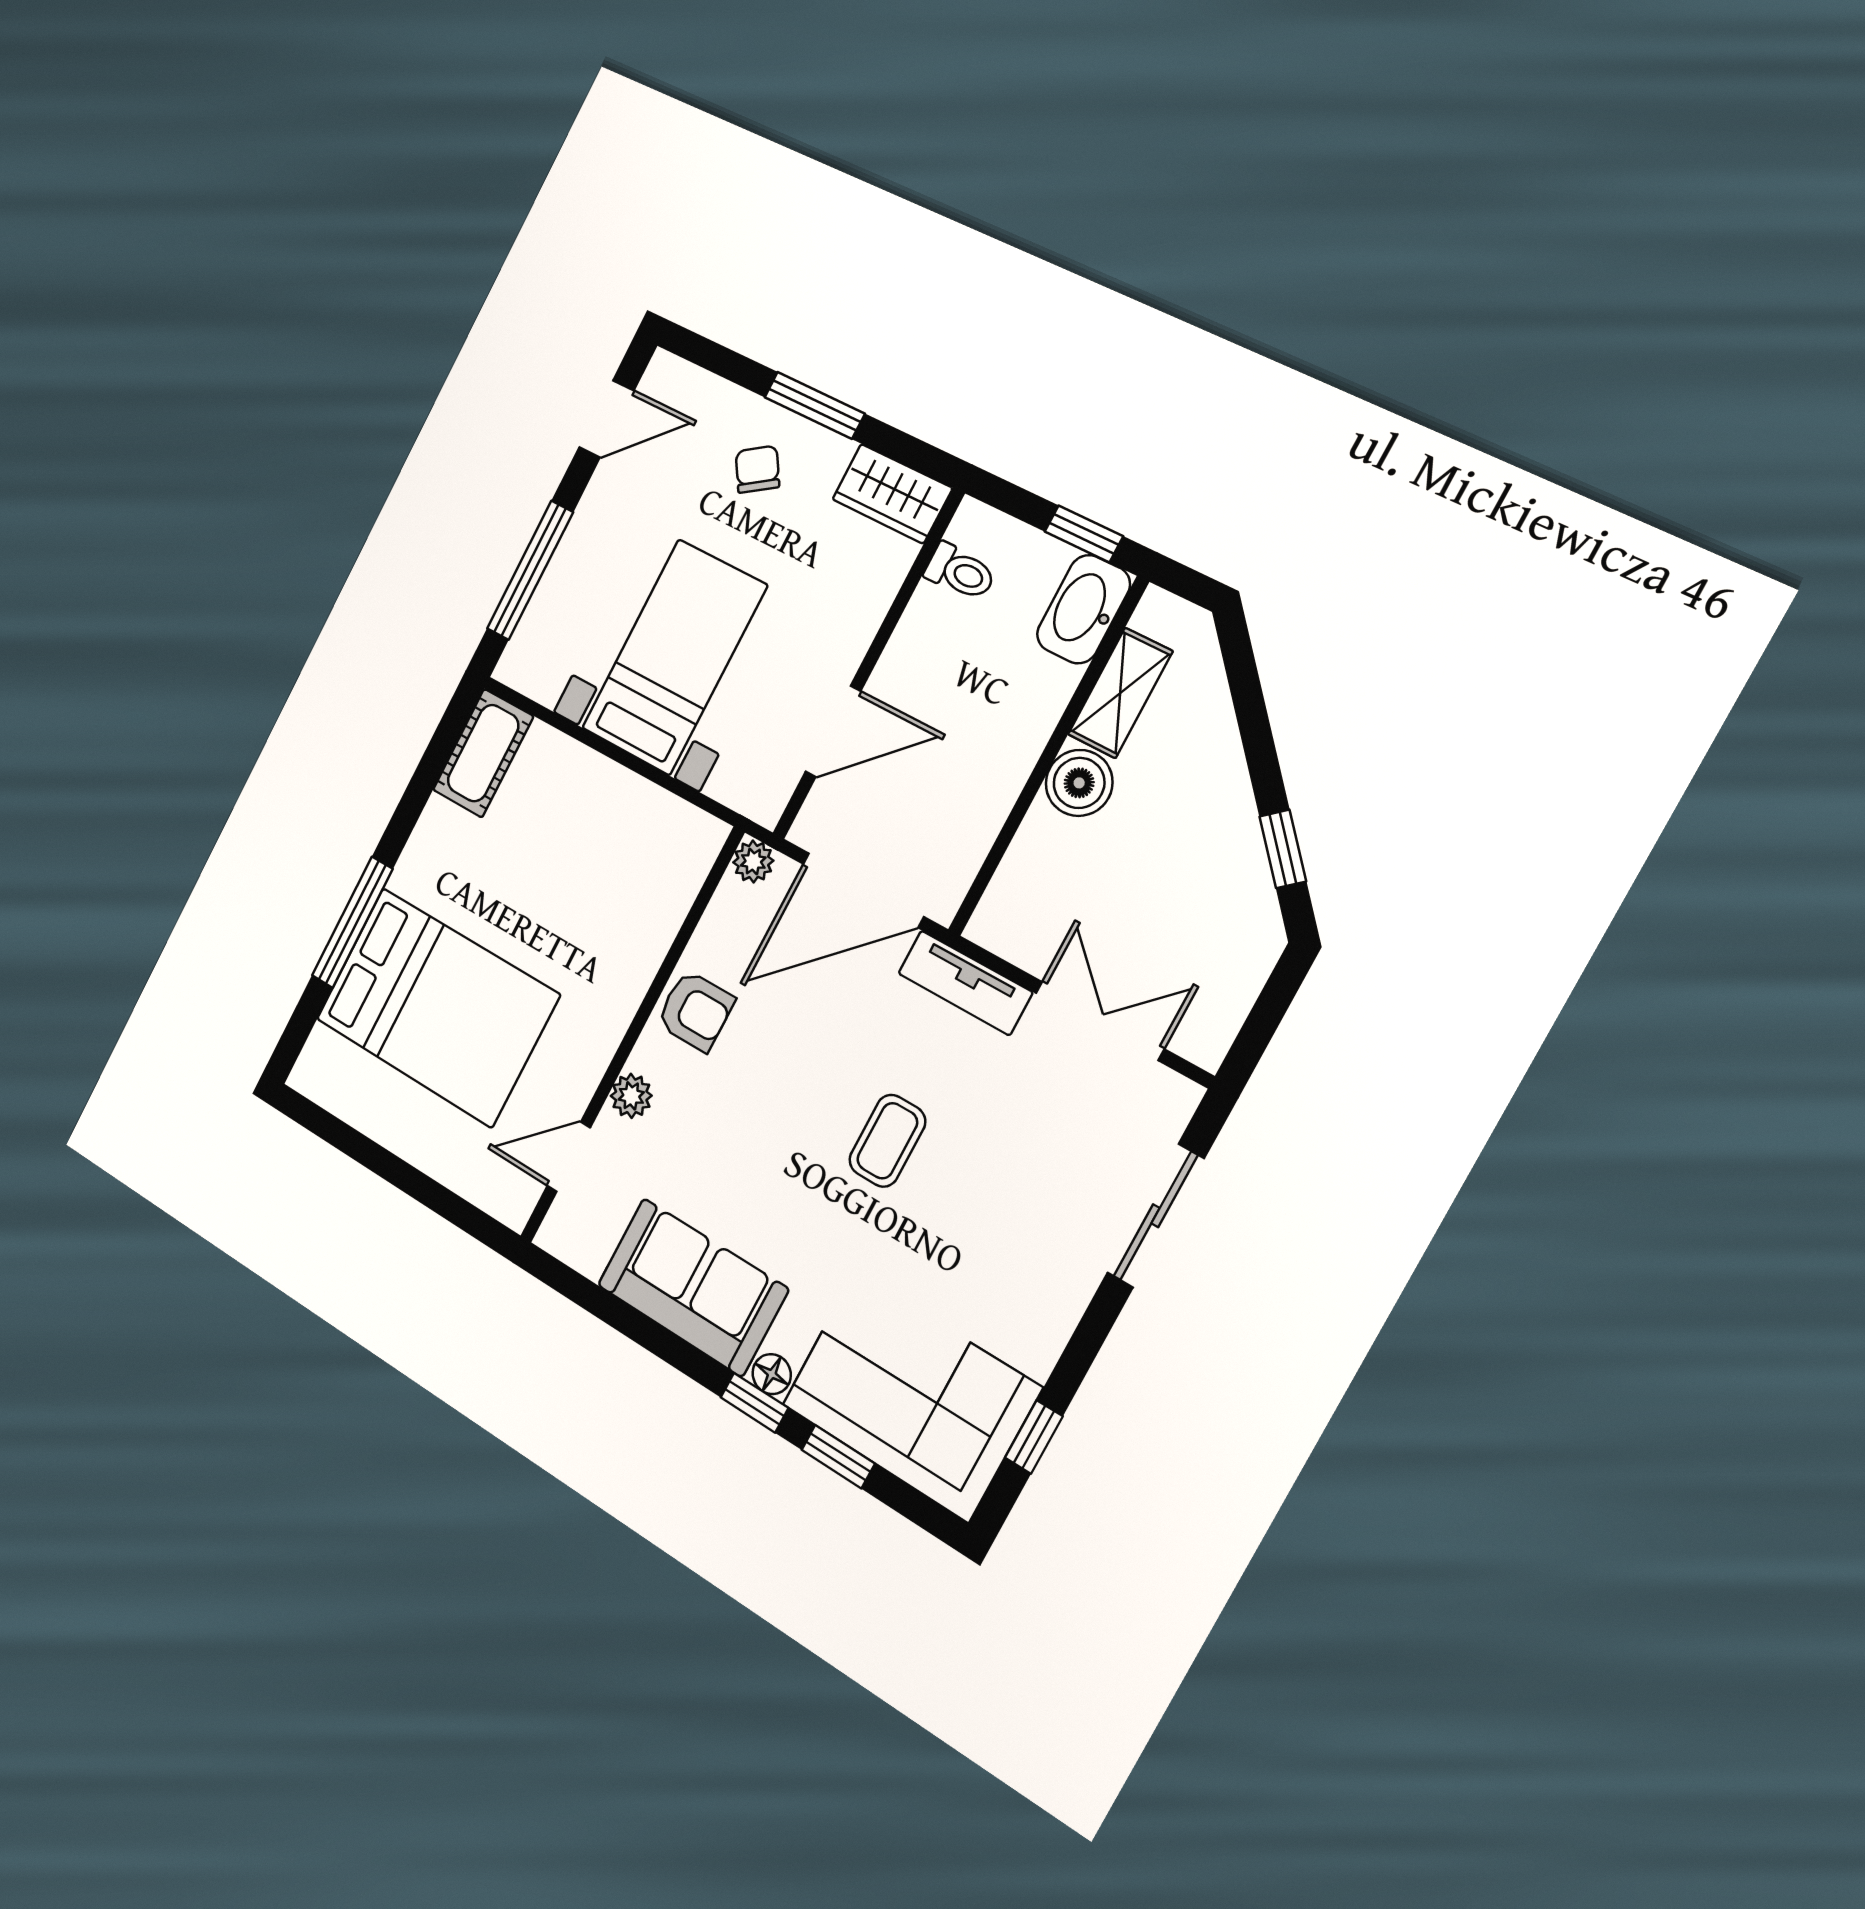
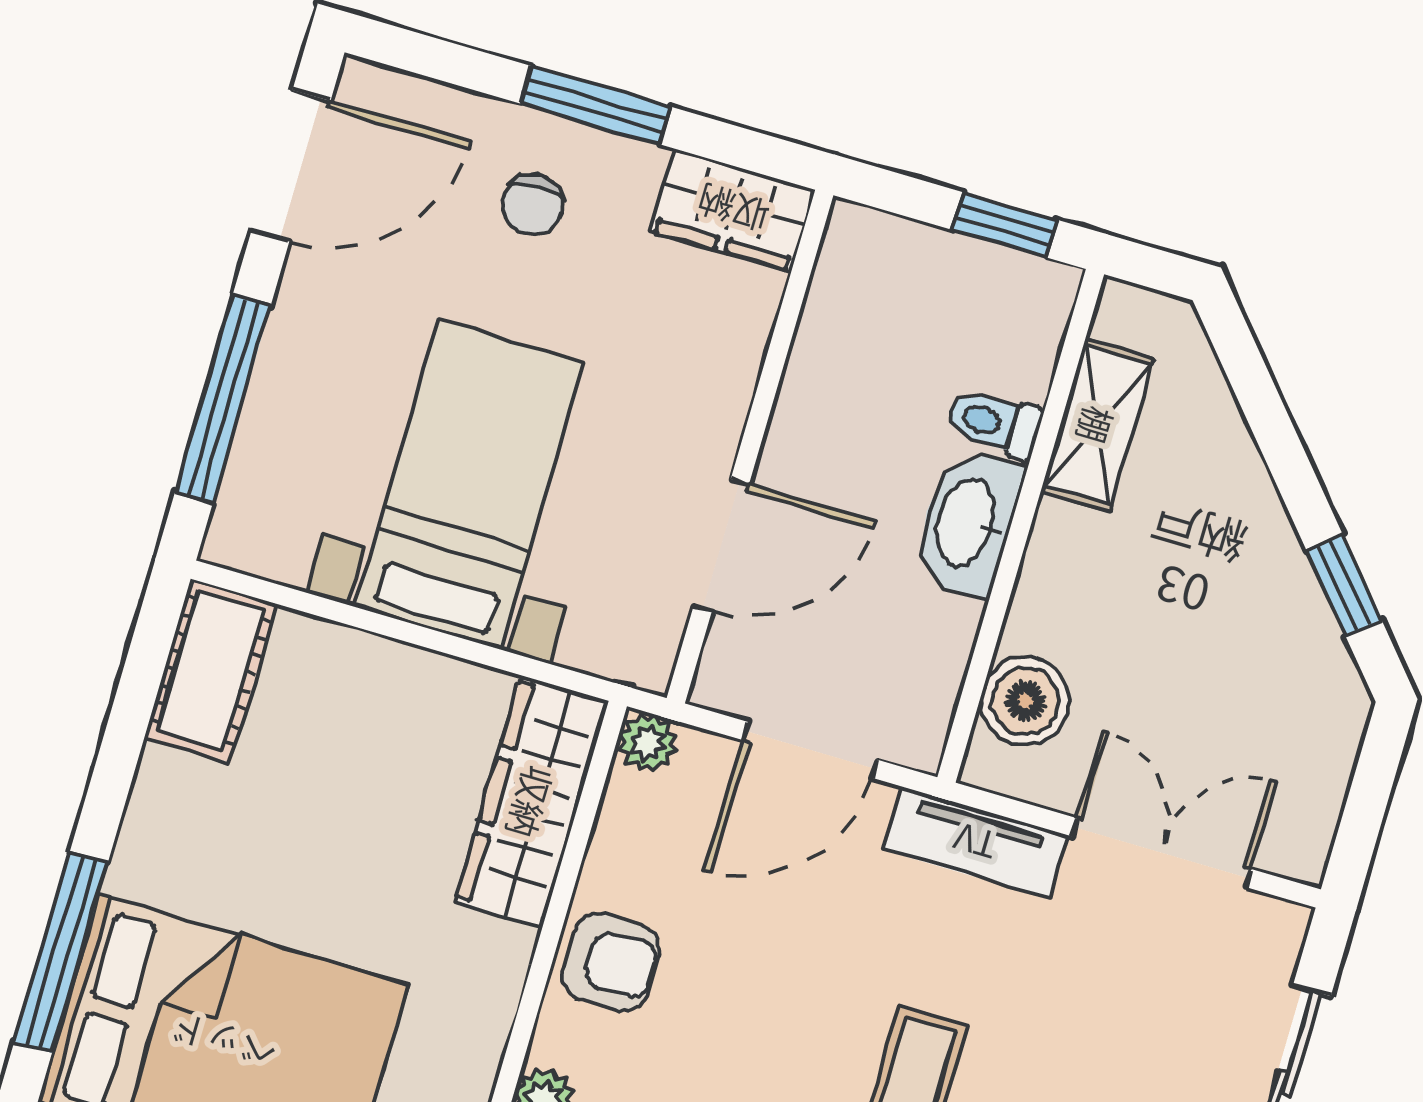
door: (606, 419) -> (291, 166), width x1.38
chair: (757, 469) -> (533, 205), turned -147
toilet: (960, 572) -> (994, 423), moved, turned 180
washbasin: (1083, 609) -> (967, 523), moved
boiler: (1079, 783) -> (1025, 701), moved
wardrobe: (668, 886) -> (532, 802), added
door: (863, 890) -> (810, 750), width x0.73

